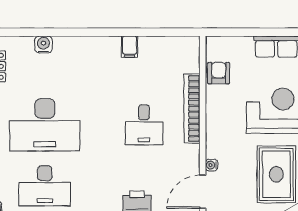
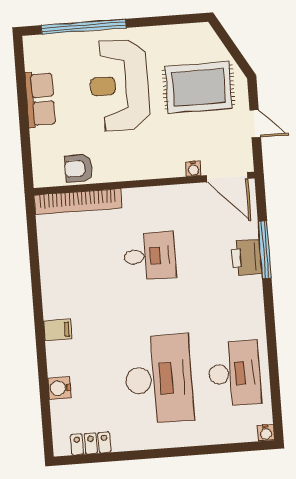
filing cabinet: (129, 47) -> (58, 330), moved
bookcase: (192, 109) -> (78, 202), moved

